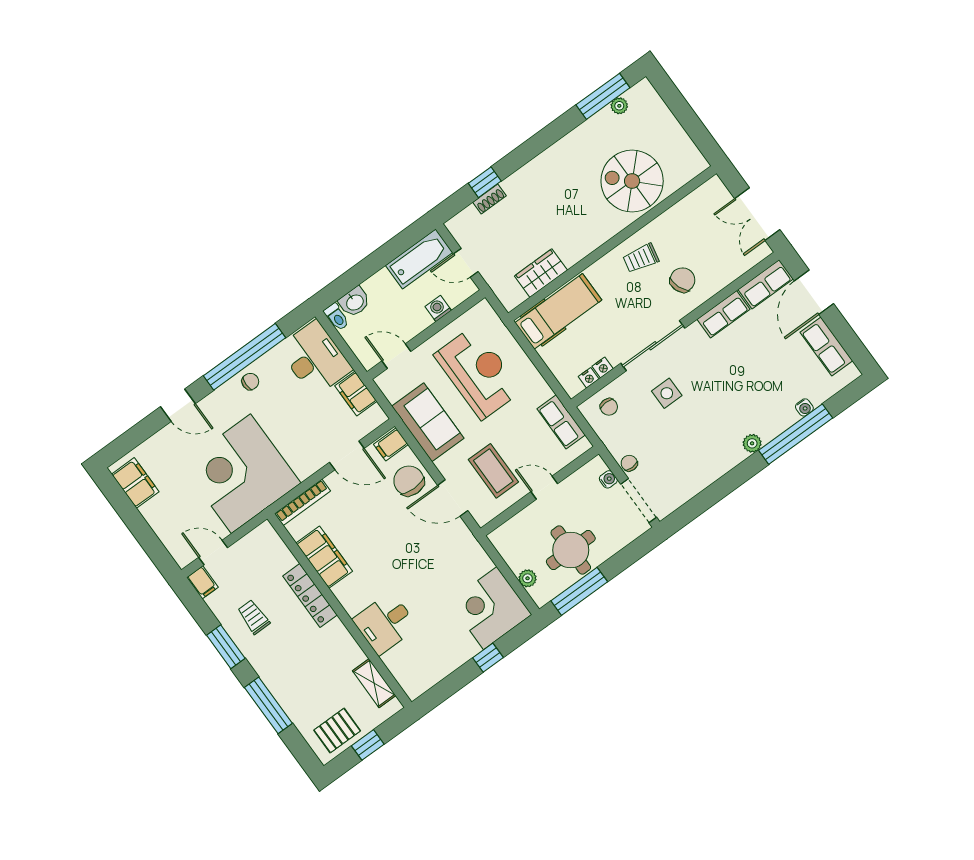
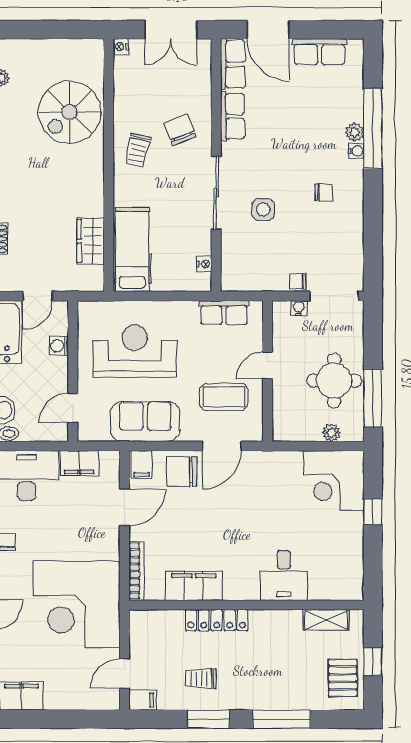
nightstand: (603, 367) -> (121, 47), moved, turned 180
chair: (609, 407) -> (324, 192), moved
water cooler: (804, 407) -> (356, 151), moved
plant: (752, 443) -> (355, 132), moved

